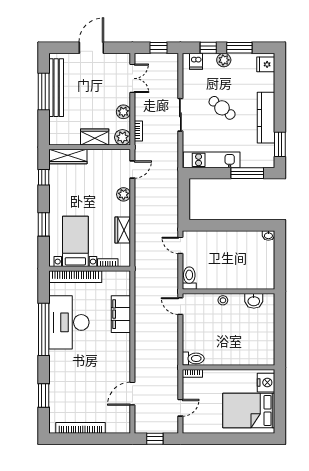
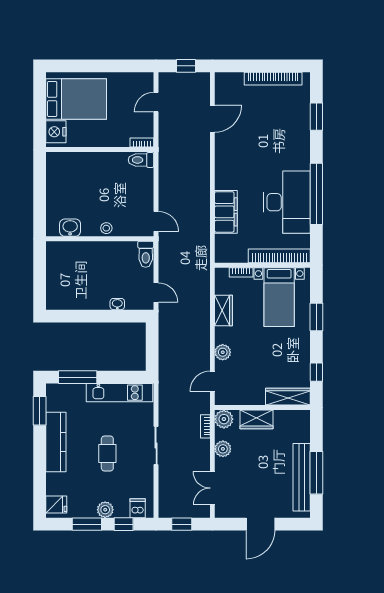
cafe table: (222, 108) -> (107, 453), turned 51
washbasin: (268, 235) -> (117, 304), moved

